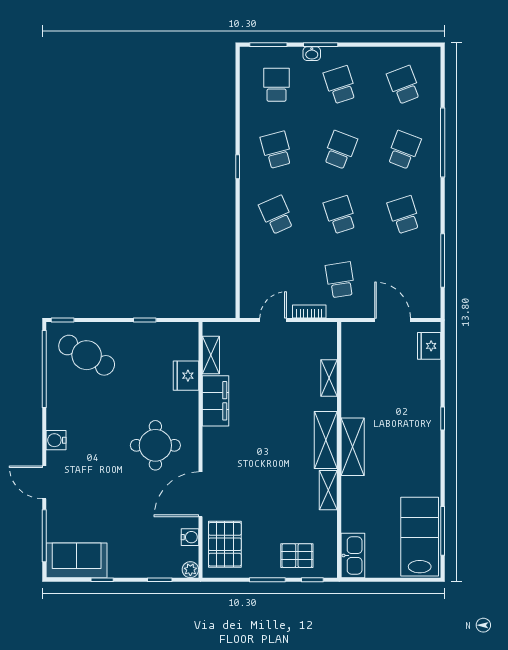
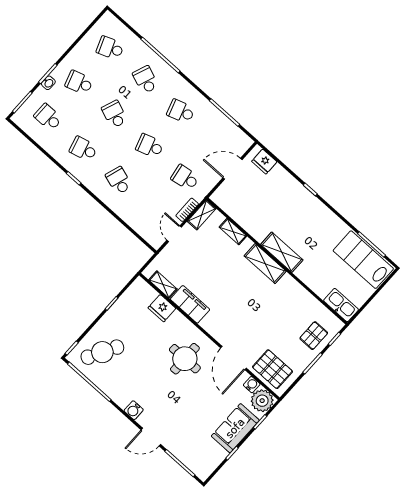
school desk: (276, 215) -> (119, 181), turned 42
shelving: (328, 490) -> (202, 215), moved, turned 90
sofa: (77, 560) -> (235, 428), moved
plant: (190, 570) -> (262, 401), width x1.88, depth x1.88

